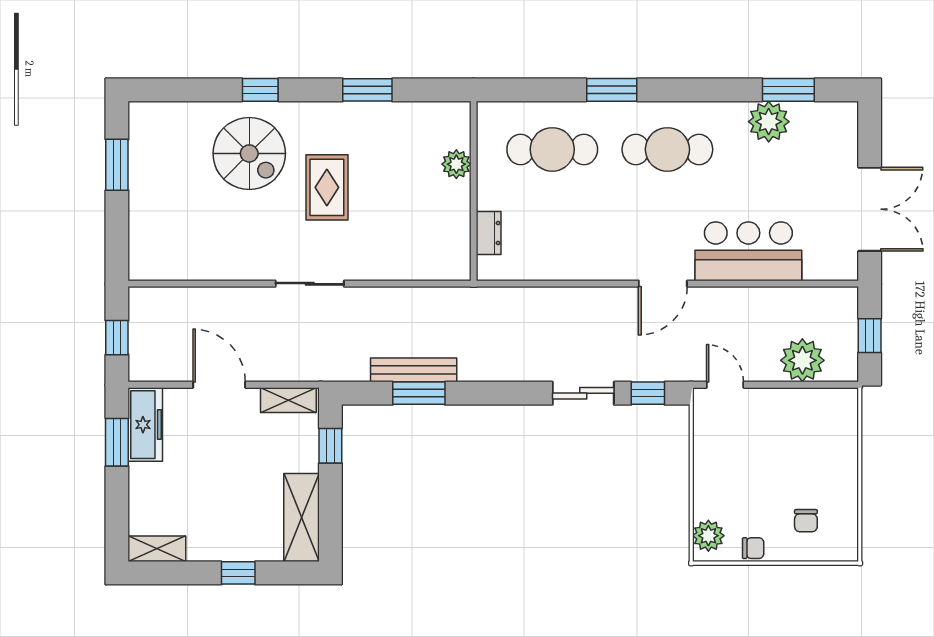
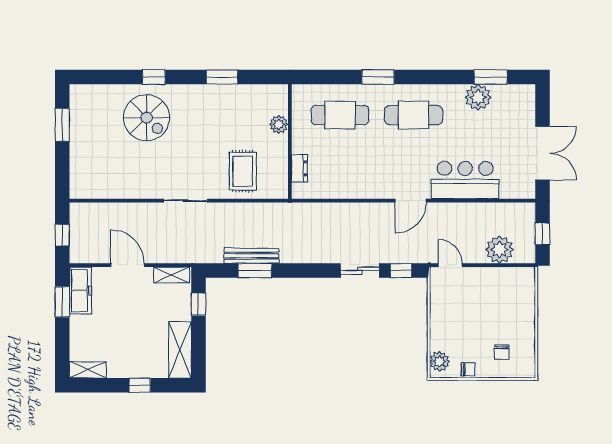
rug: (327, 187) -> (243, 171), moved

